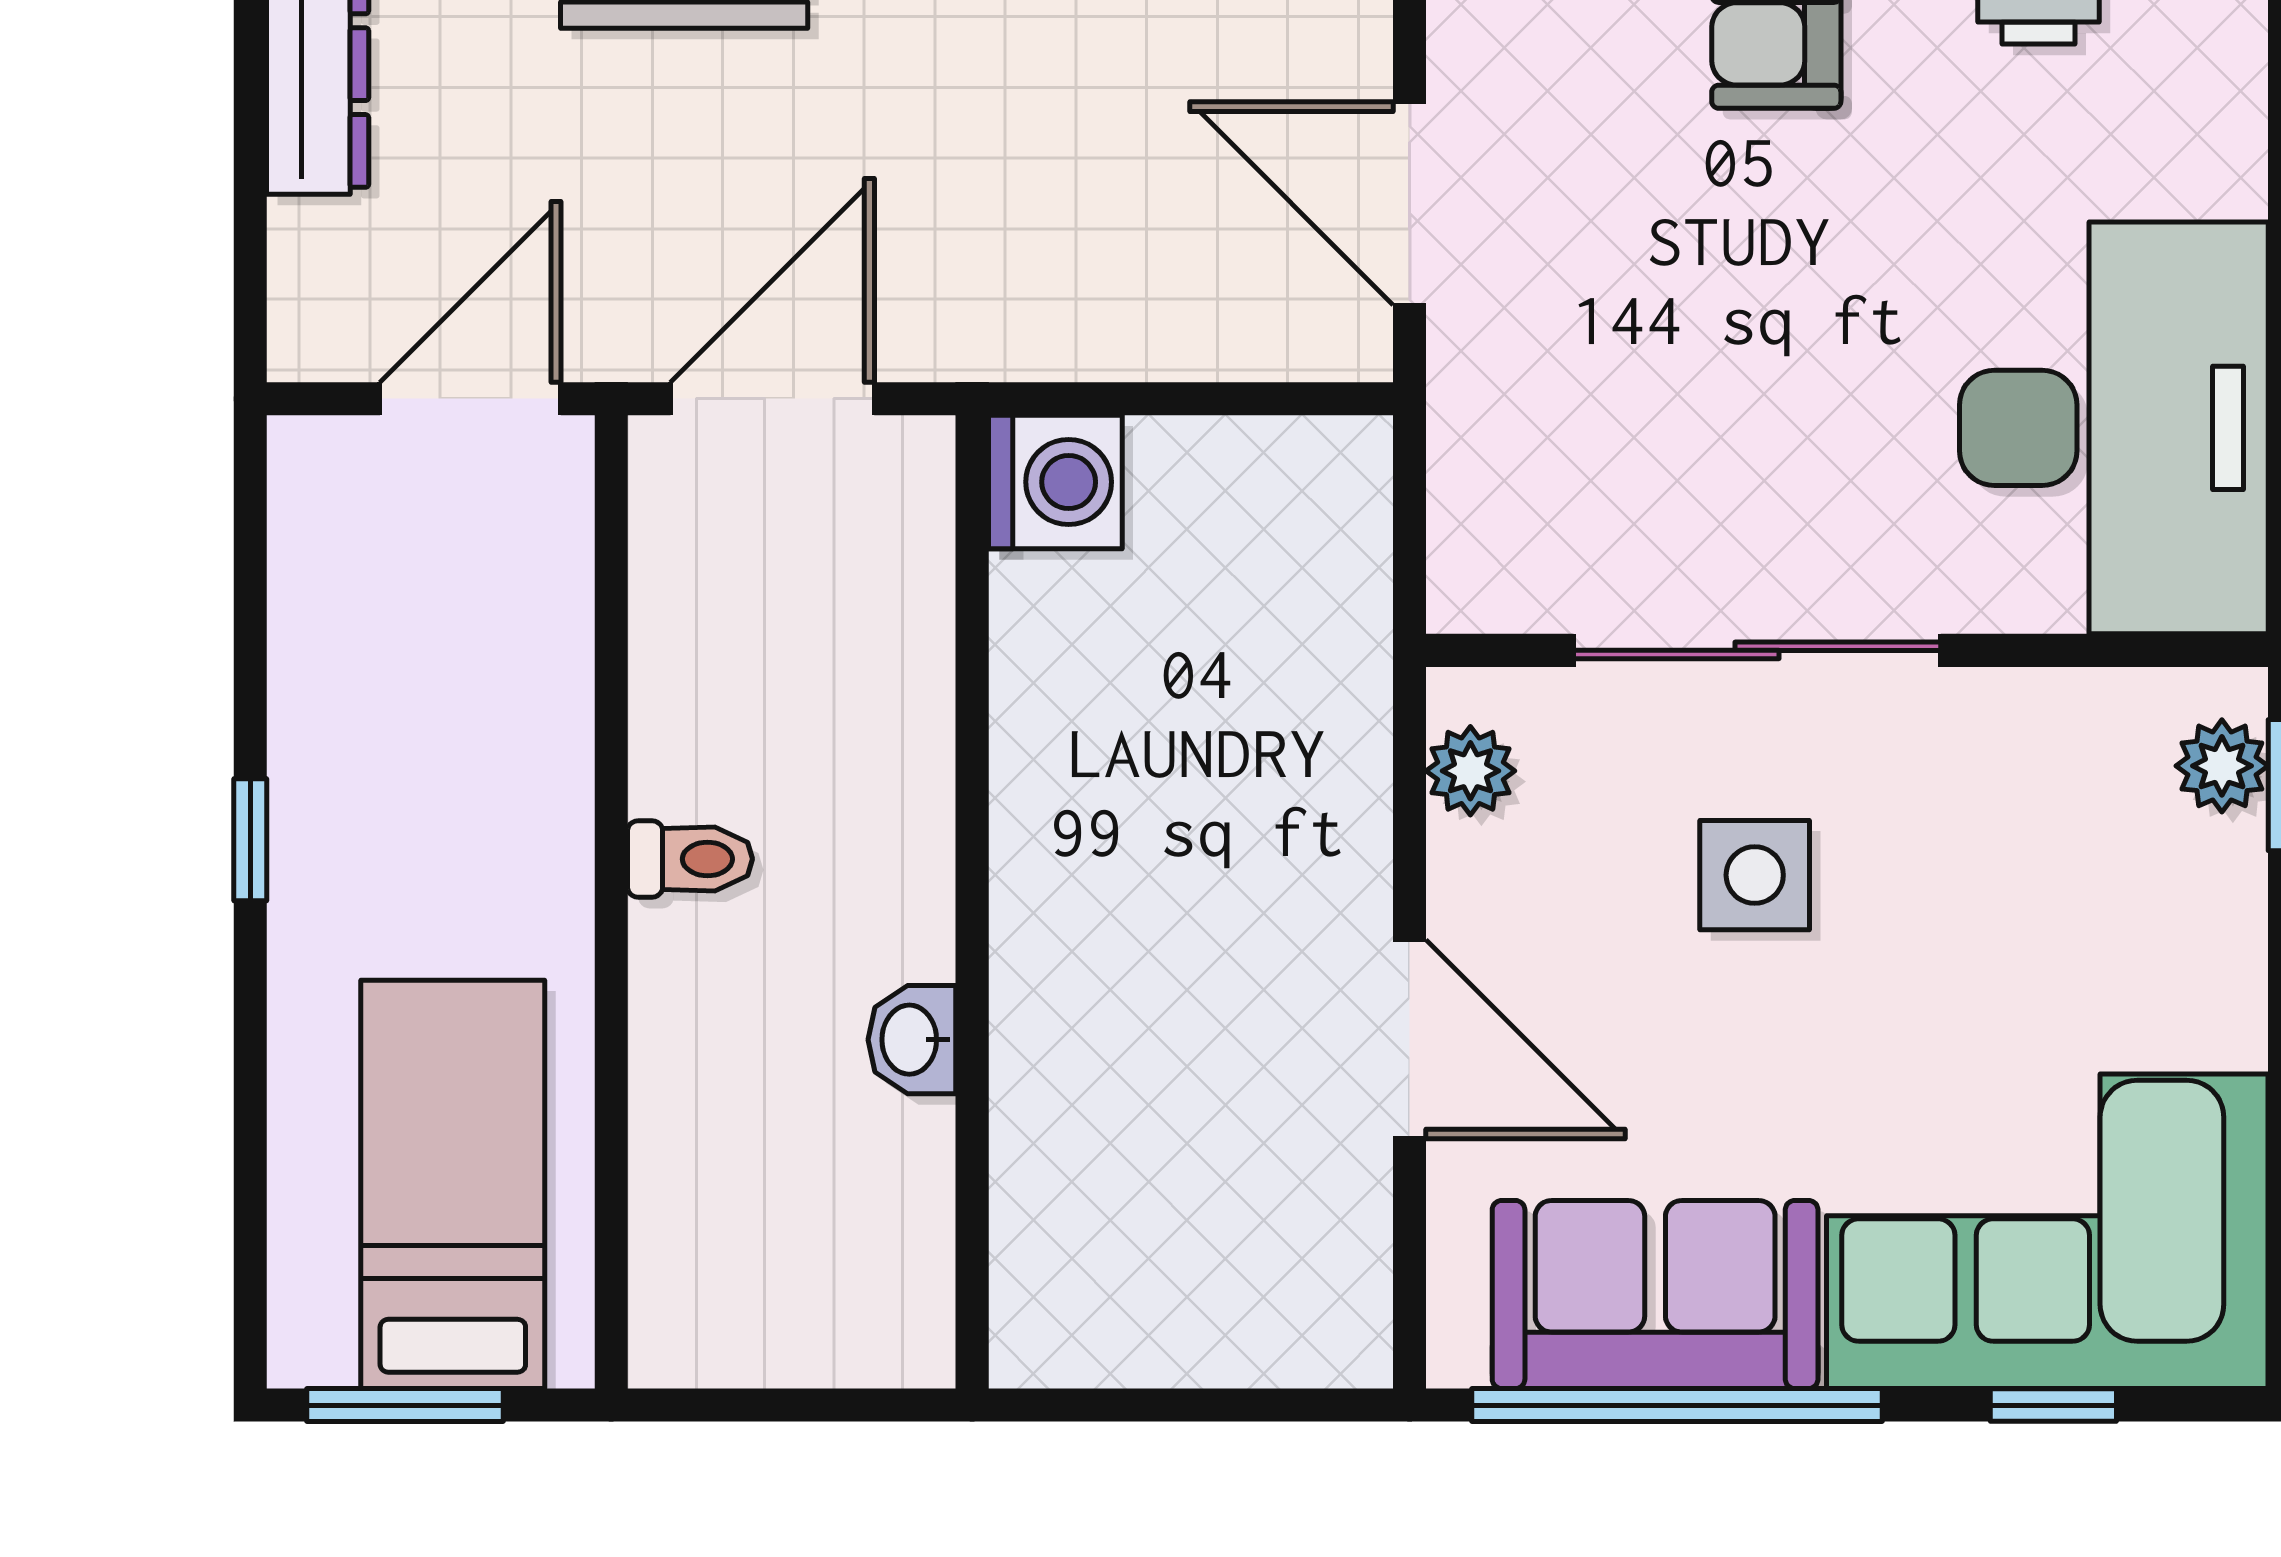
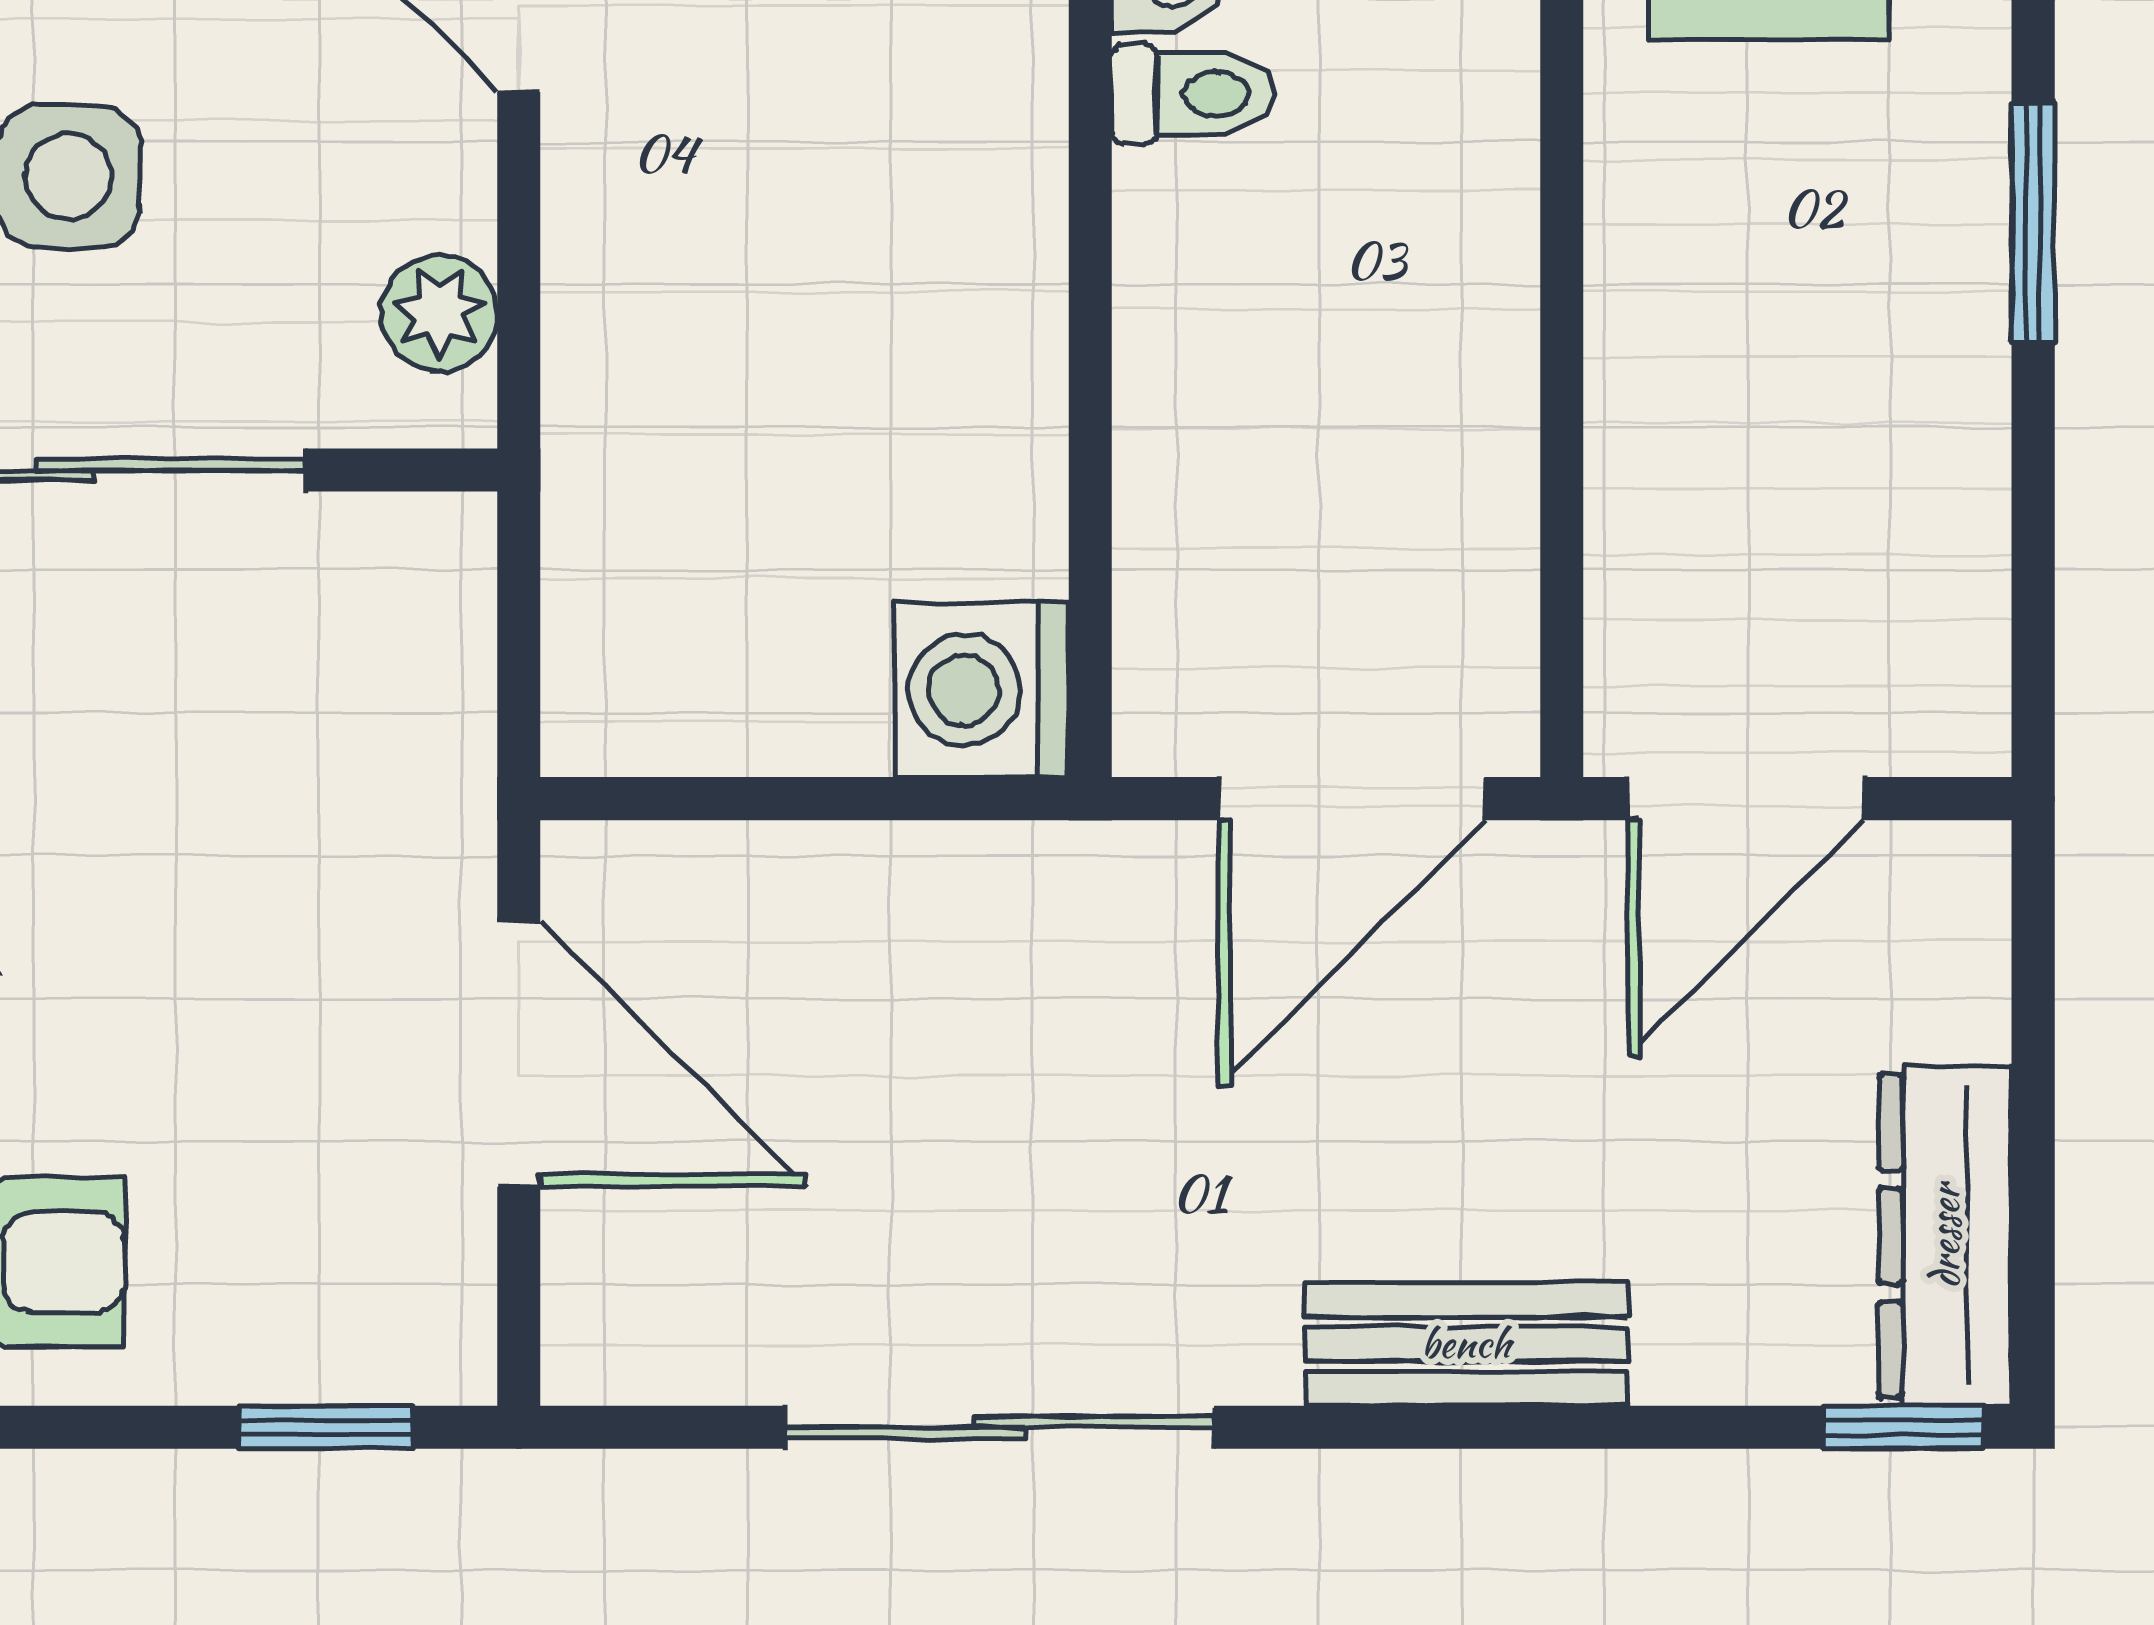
window: (250, 840) -> (2033, 223), width x1.50
toilet: (690, 859) -> (1193, 94), moved, turned 180

